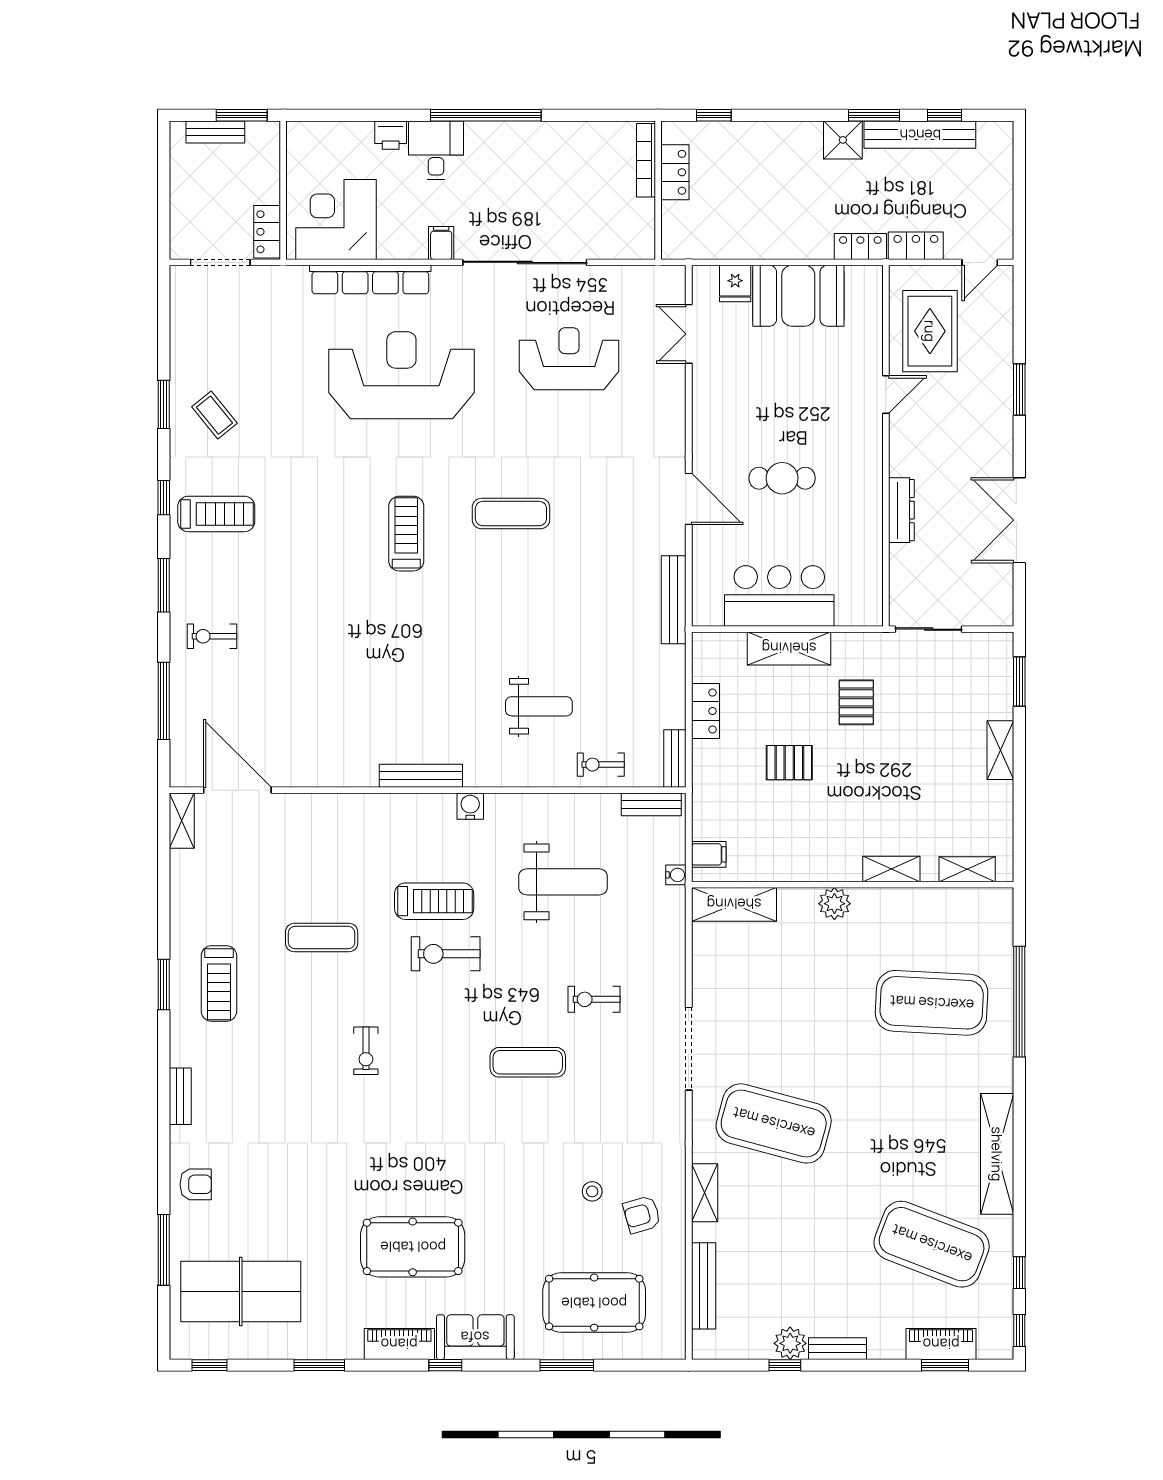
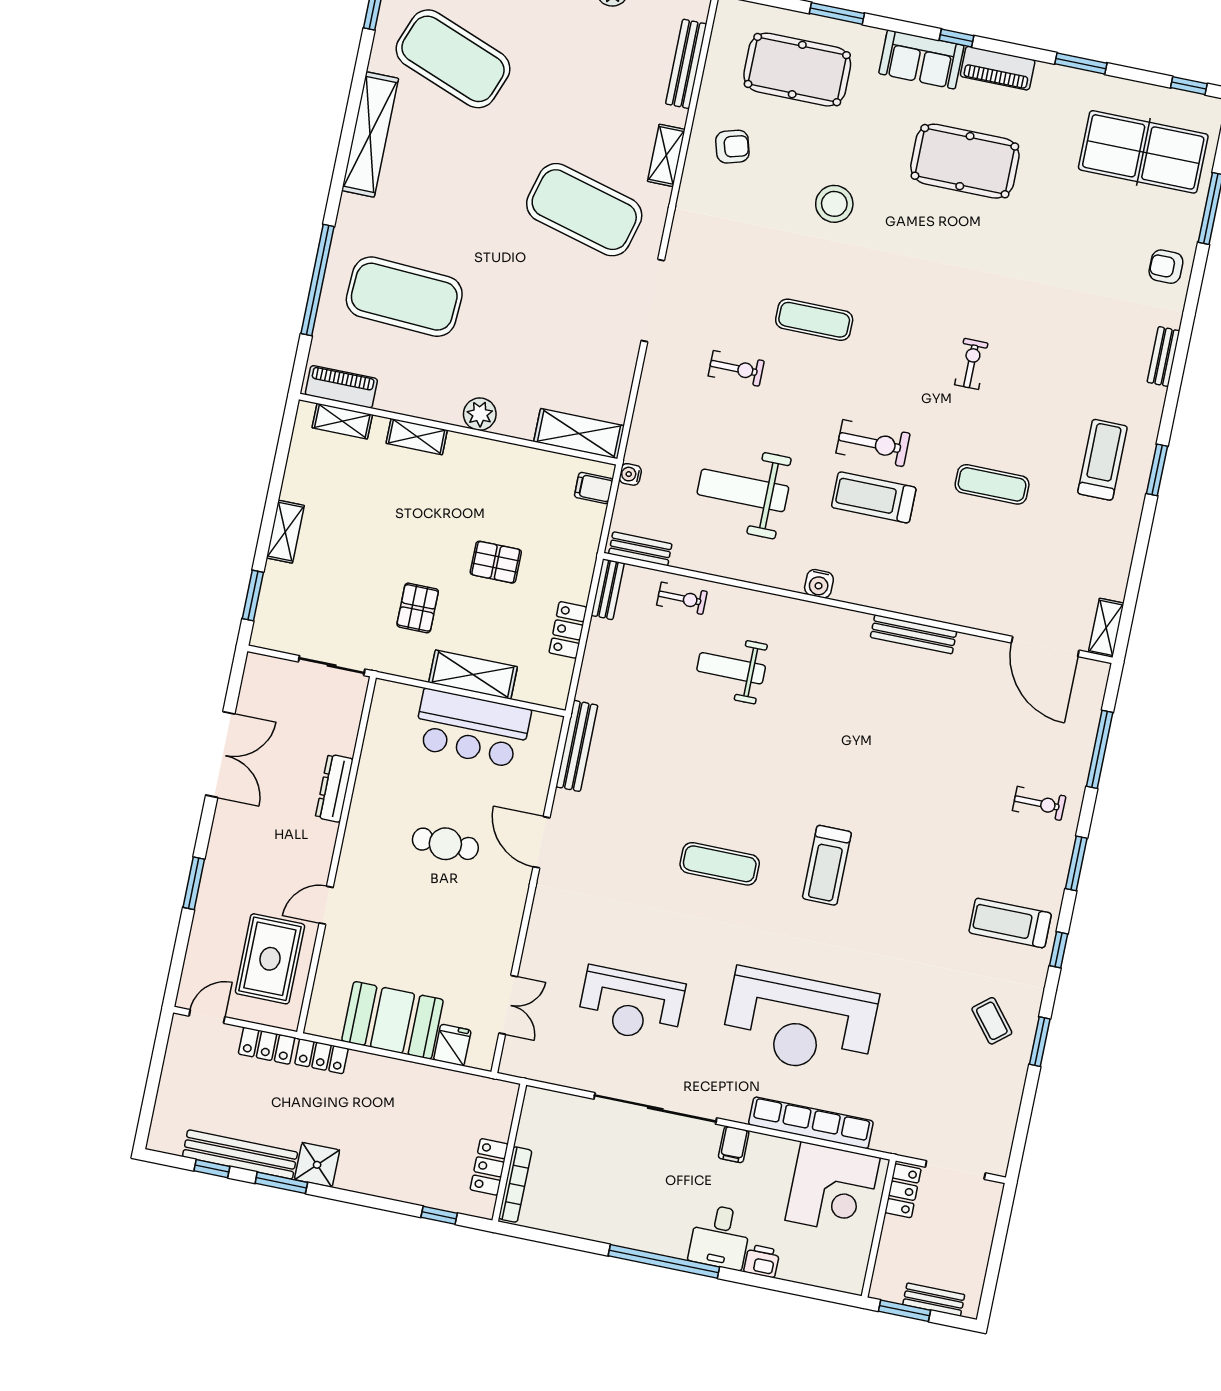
bench: (421, 776) -> (914, 634), moved
piano: (975, 903) -> (341, 387), added
stool: (592, 1191) -> (834, 204), moved, width x1.89, depth x1.89

